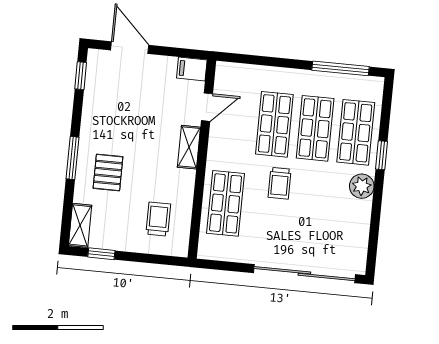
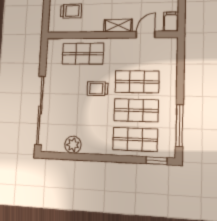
door: (207, 107) -> (146, 35), swing flipped
window: (382, 155) -> (157, 161), moved
plant: (362, 186) -> (73, 145), moved

